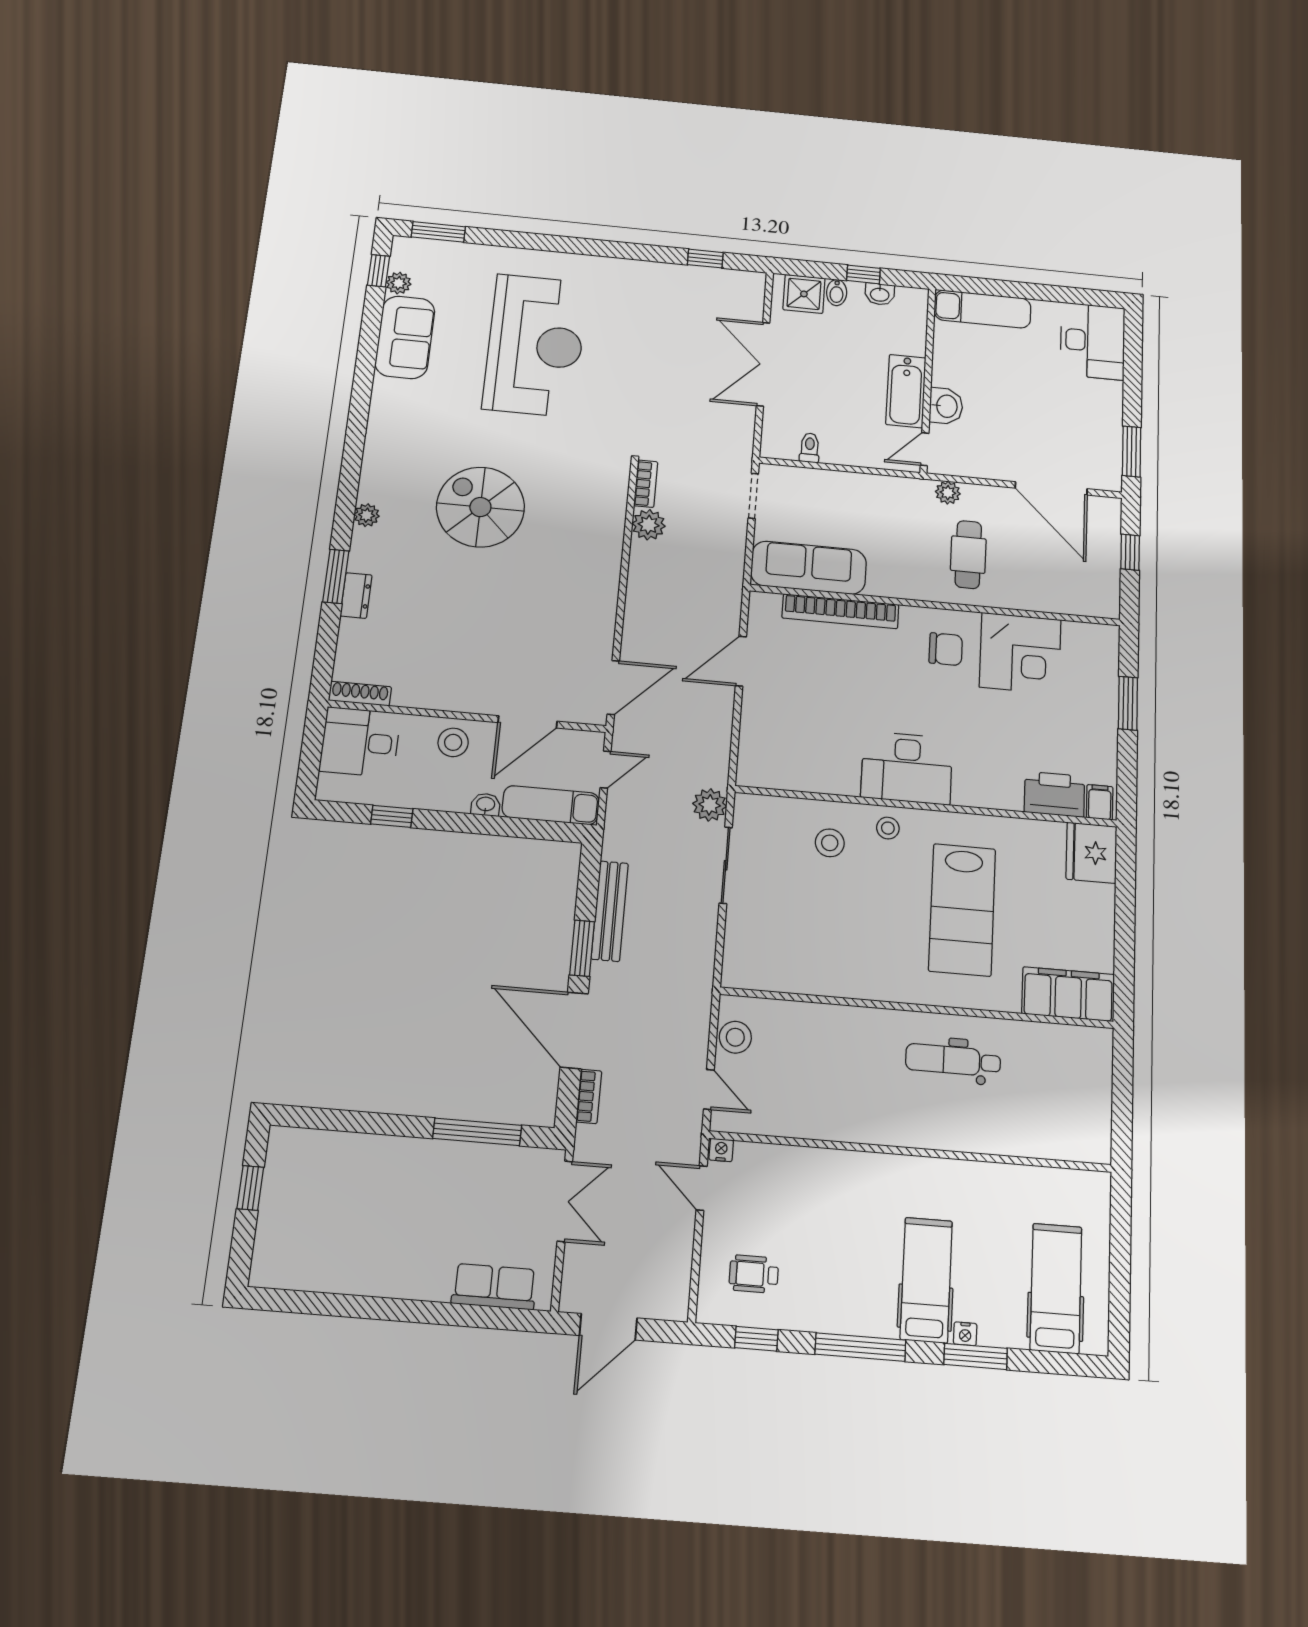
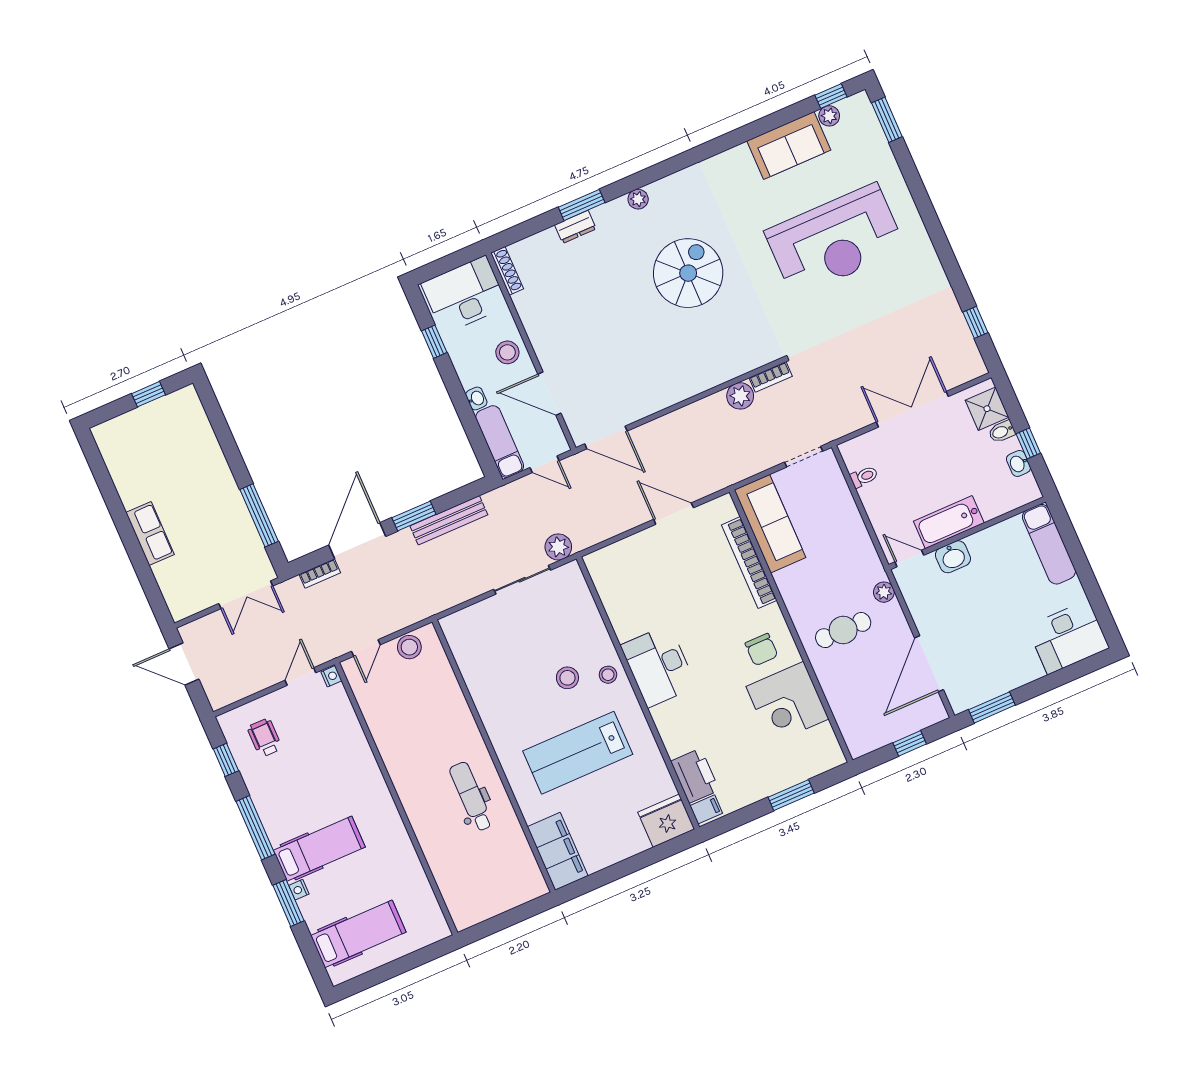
desk: (360, 742) -> (464, 295), width x1.37
stool: (830, 843) -> (567, 678), moved
row of seats: (494, 1287) -> (150, 534), moved

